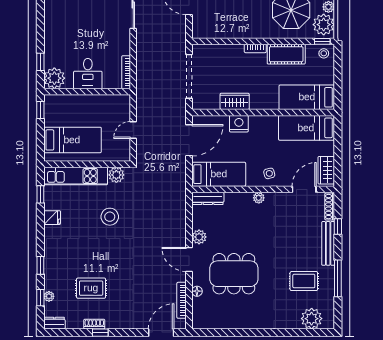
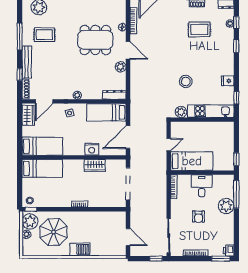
armchair: (92, 31) -> (198, 217), added
cot: (286, 54) -> (57, 200), removed
window: (40, 62) -> (236, 194), width x2.17
plant: (54, 78) -> (226, 206), moved
bed: (72, 140) -> (192, 161), moved, turned 180

